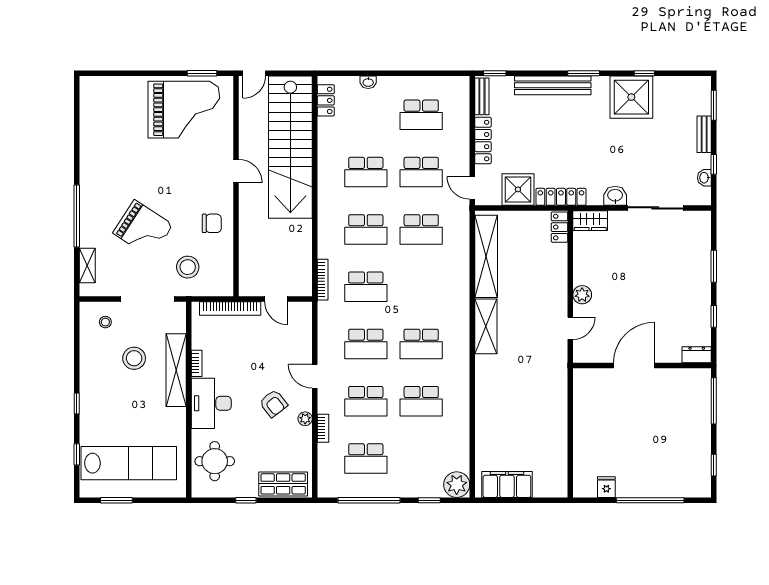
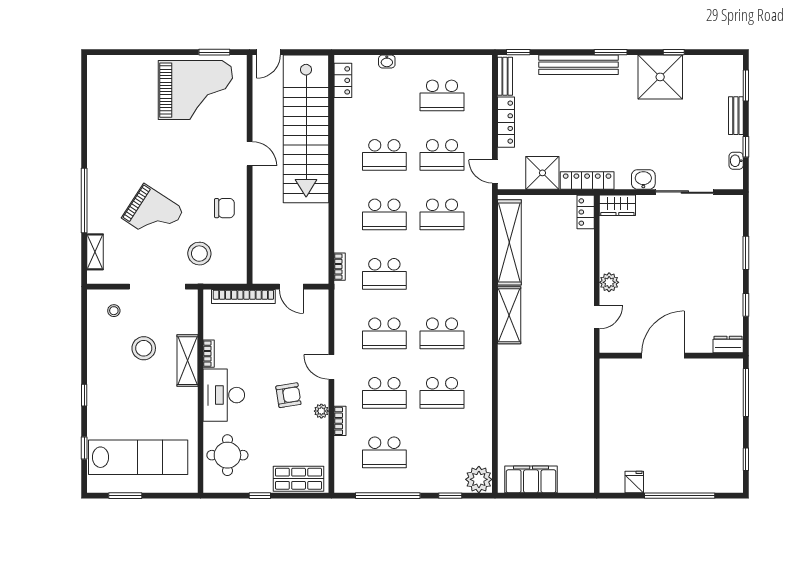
bookcase: (323, 280) -> (340, 267), width x0.64
shelving: (176, 370) -> (187, 361), width x0.68
armchair: (273, 403) -> (288, 395), turned -61

